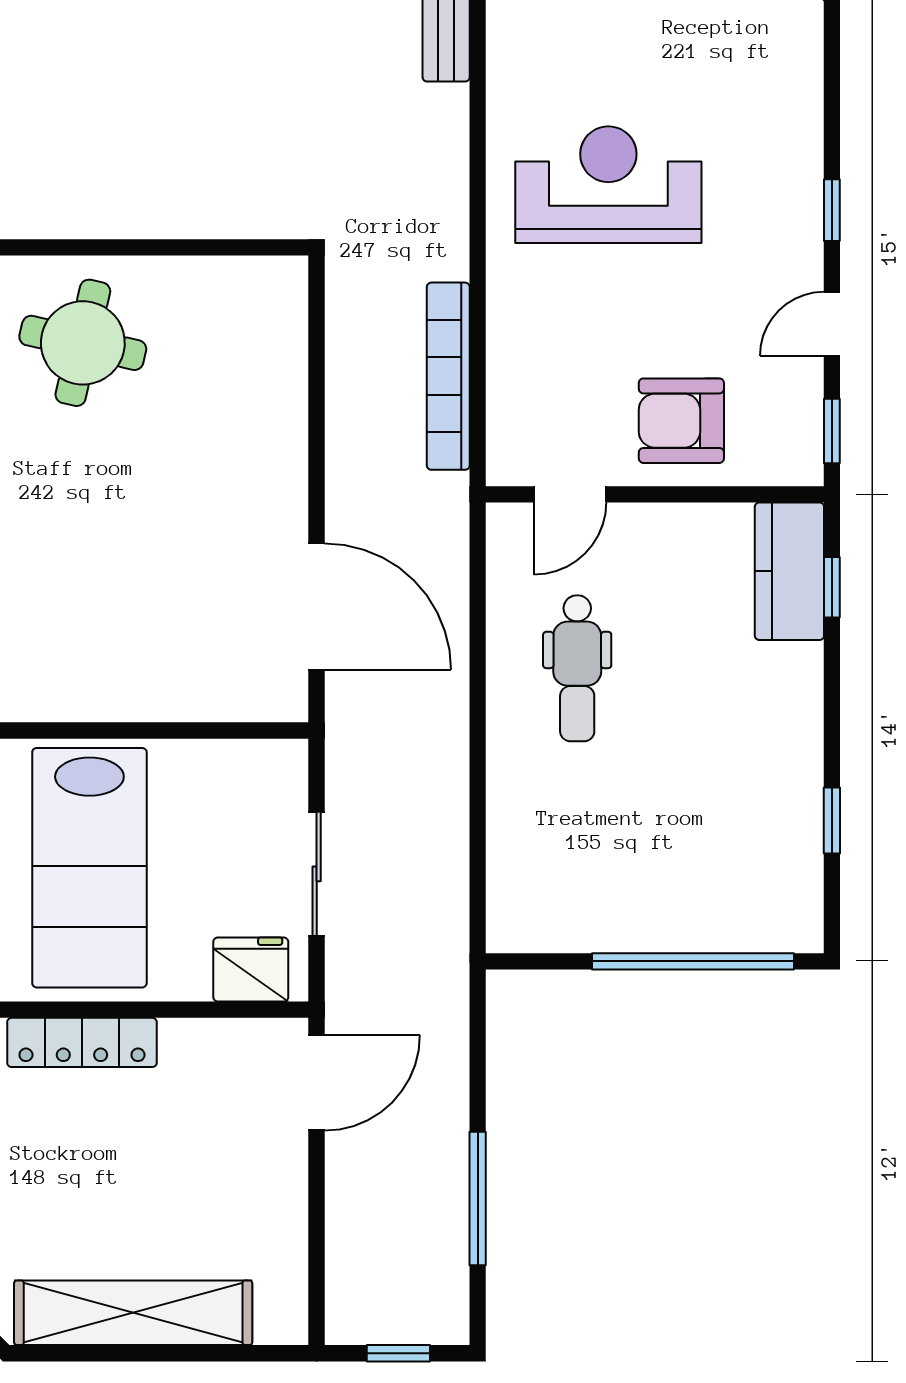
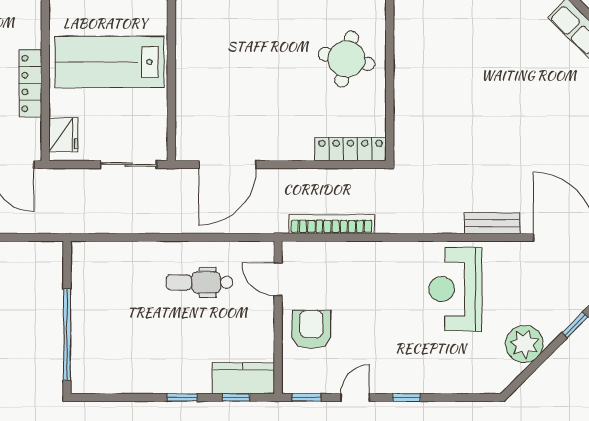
reception desk: (608, 185) -> (455, 289), moved, turned 180
door: (832, 324) -> (355, 397), hinge flipped
locker: (282, 334) -> (350, 149), added
window: (832, 821) -> (182, 397), moved
sliding door: (317, 874) -> (129, 165), moved
locker: (82, 1042) -> (30, 83), moved

